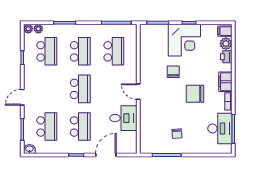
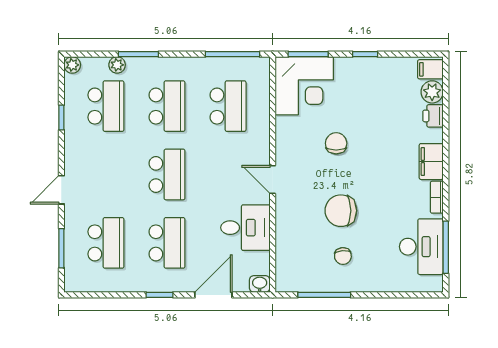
plant: (38, 29) -> (117, 65), moved
corner desk: (184, 40) -> (304, 86), moved
chair: (195, 94) -> (341, 211), moved
washbasin: (29, 149) -> (260, 284), moved

